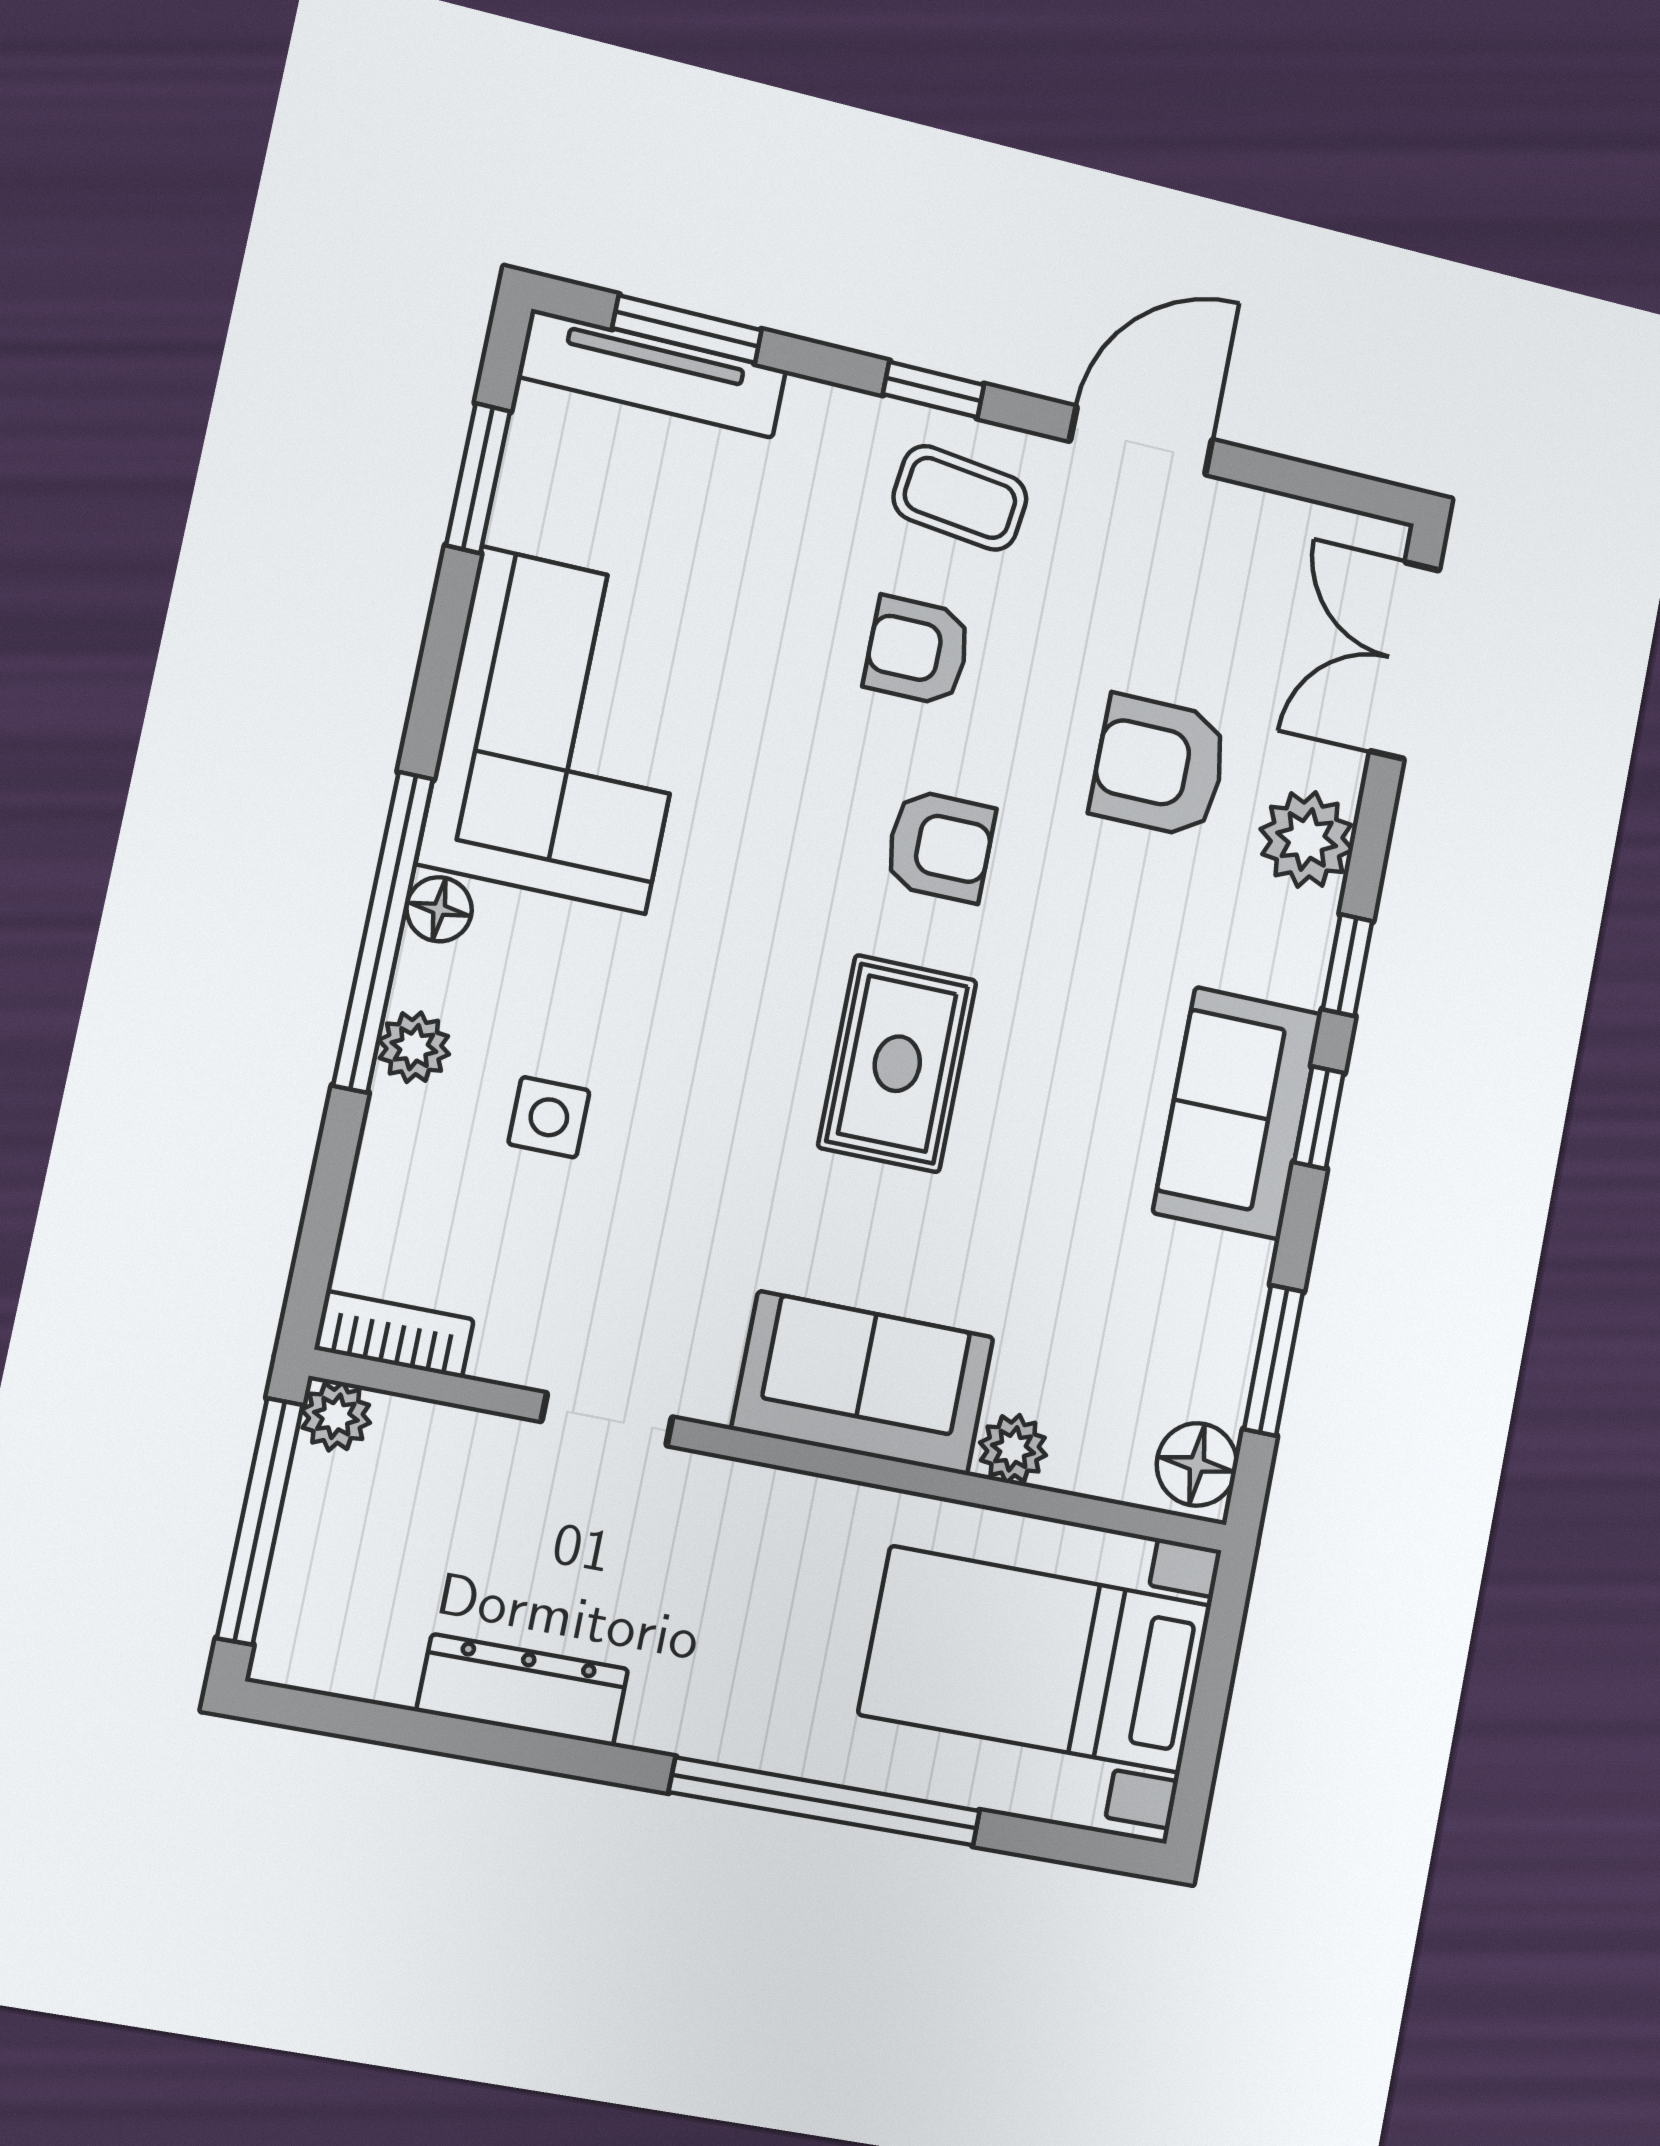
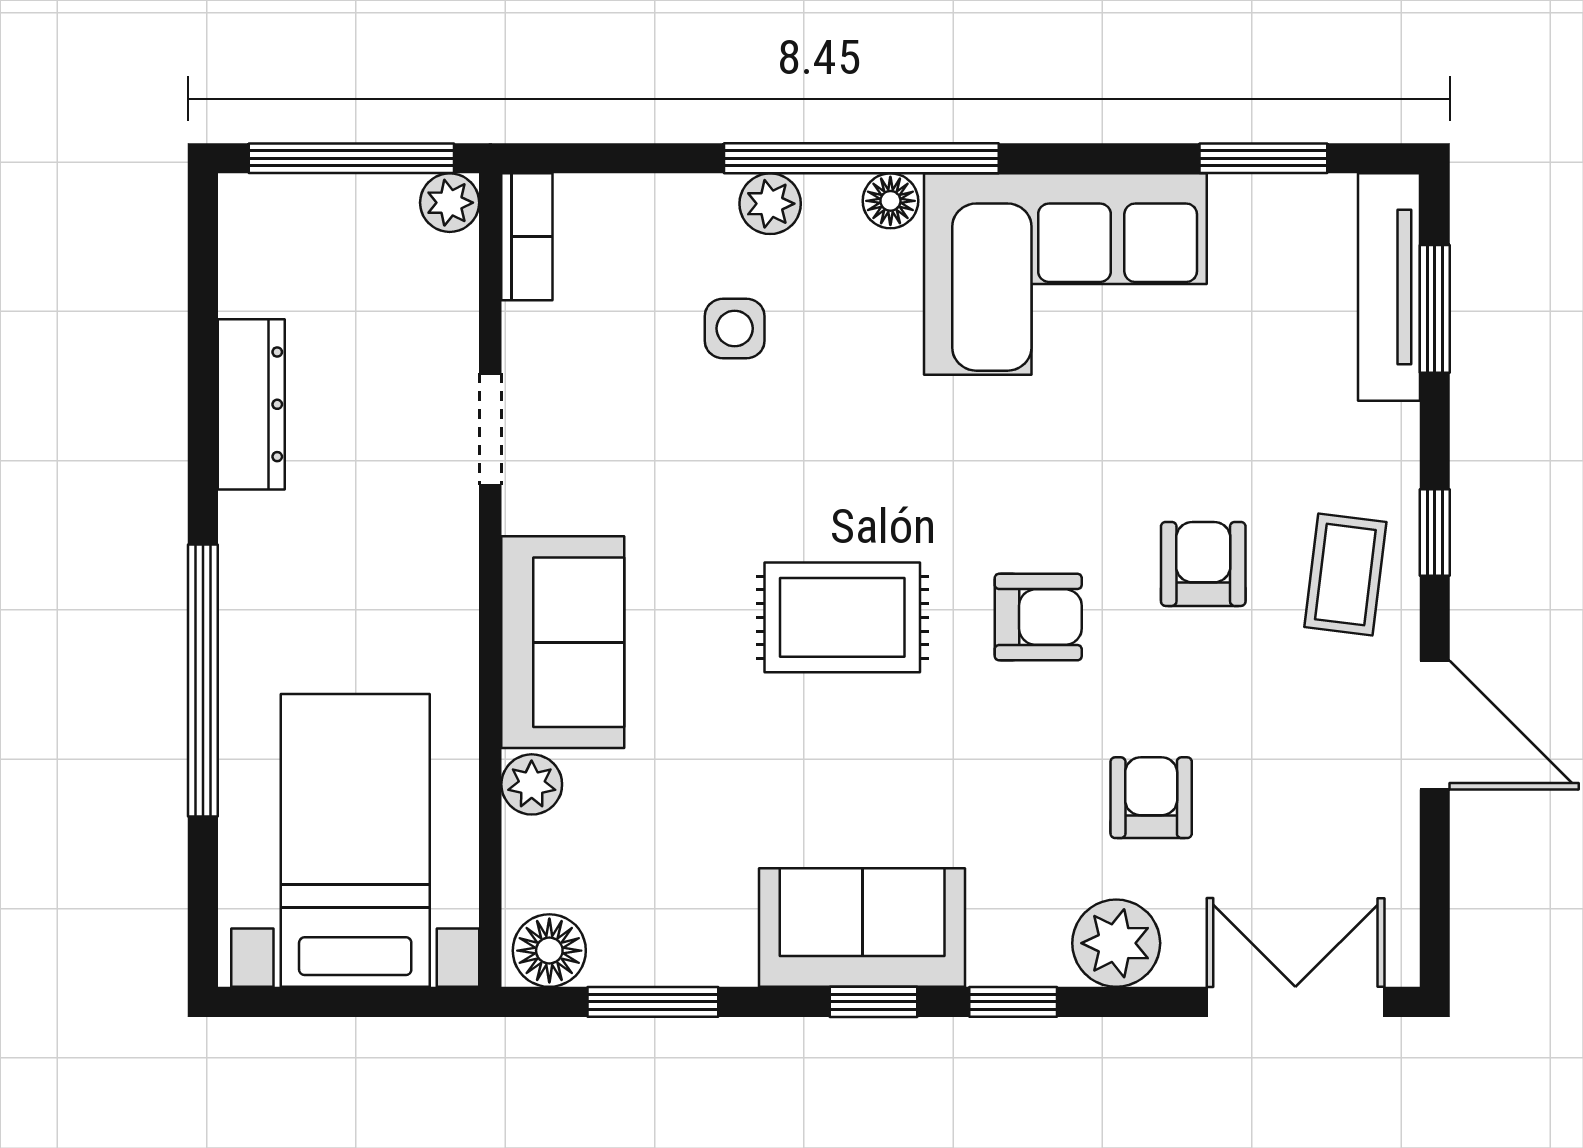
armchair: (1159, 766) -> (1151, 798), width x0.72, depth x0.72
armchair: (940, 846) -> (1038, 617), turned -90

